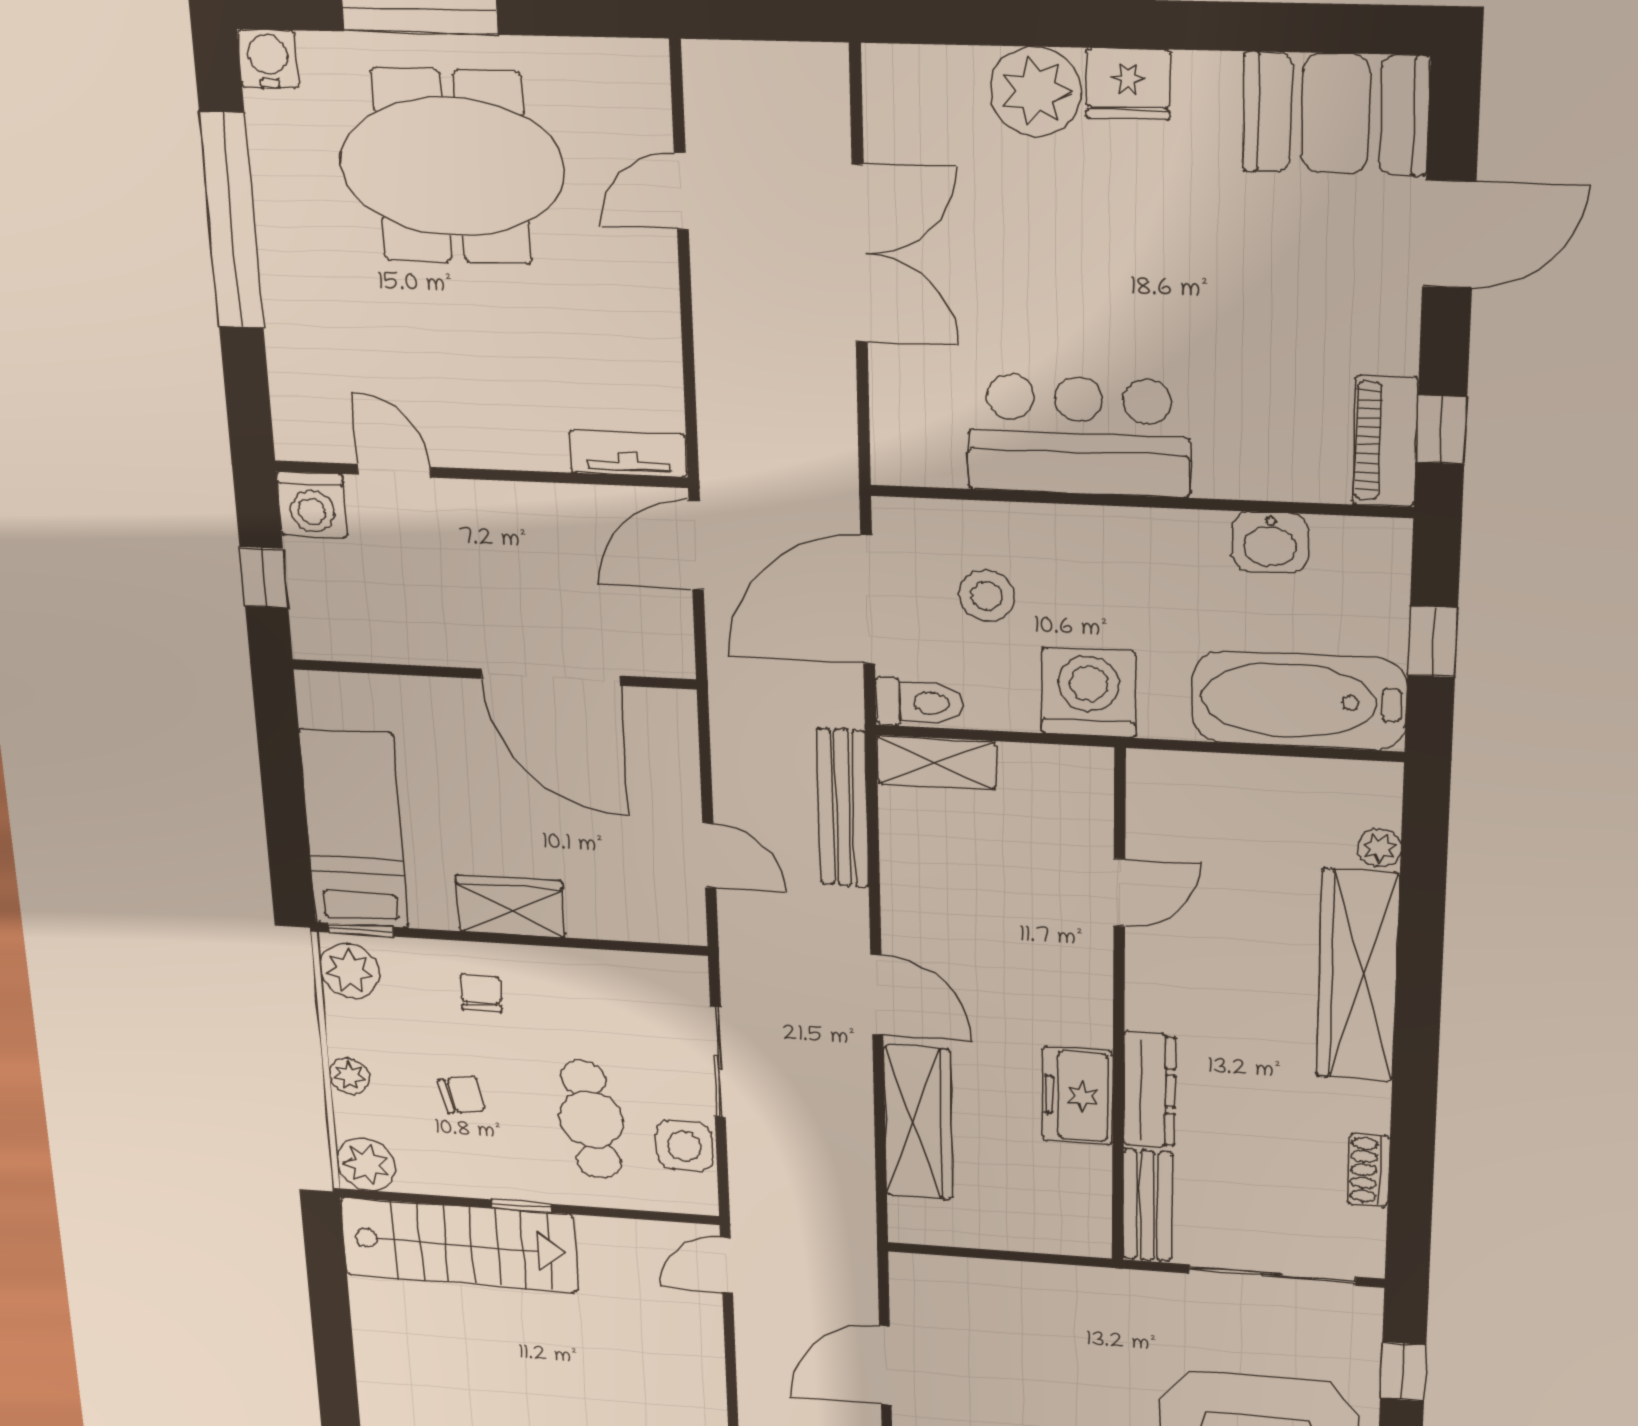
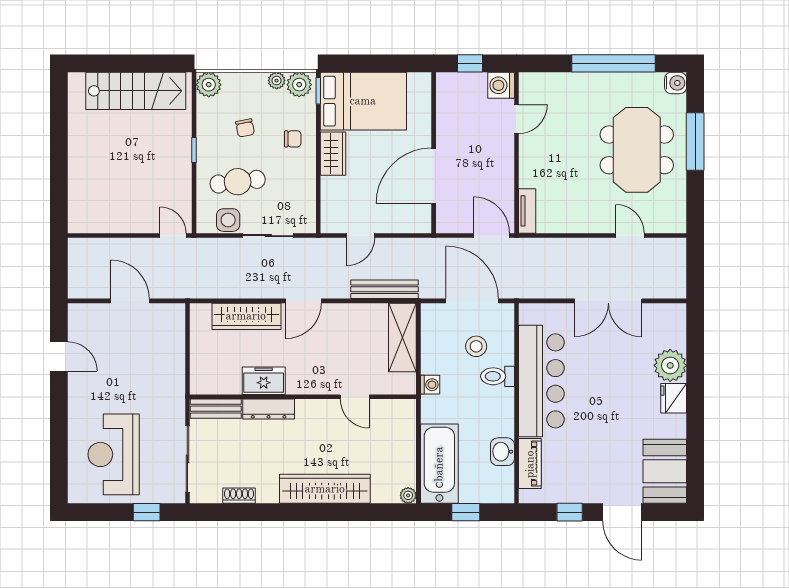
window: (1441, 430) -> (570, 512), moved
bar counter: (1079, 435) -> (541, 381), width x1.36
piano: (1385, 441) -> (530, 464), moved, turned 90
washing machine: (1089, 692) -> (430, 385), width x0.53, depth x0.53
toilet: (919, 702) -> (497, 376), moved, turned 90
shelving: (936, 763) -> (402, 337), width x1.50, depth x1.33
bed: (354, 829) -> (363, 101), width x1.50
plant: (1379, 848) -> (408, 495), moved
plant: (349, 1076) -> (277, 81), moved
stairs: (459, 1245) -> (136, 91), moved, turned -90

